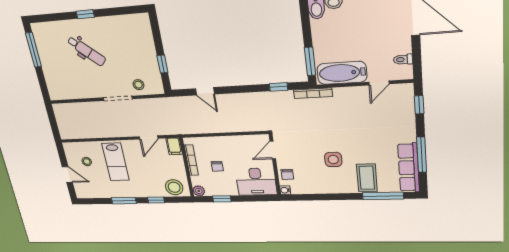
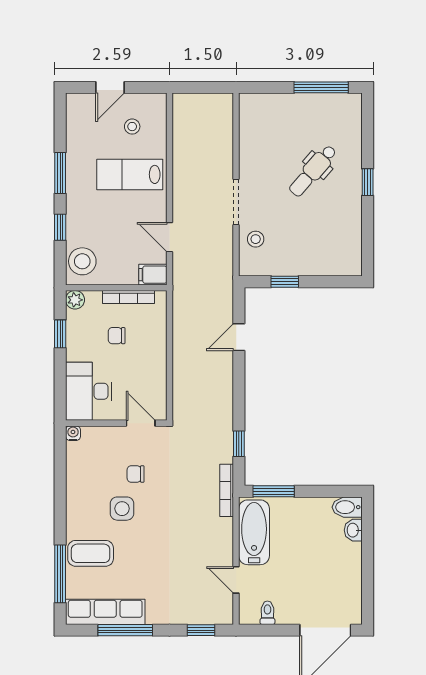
chair: (287, 174) -> (136, 474), moved

